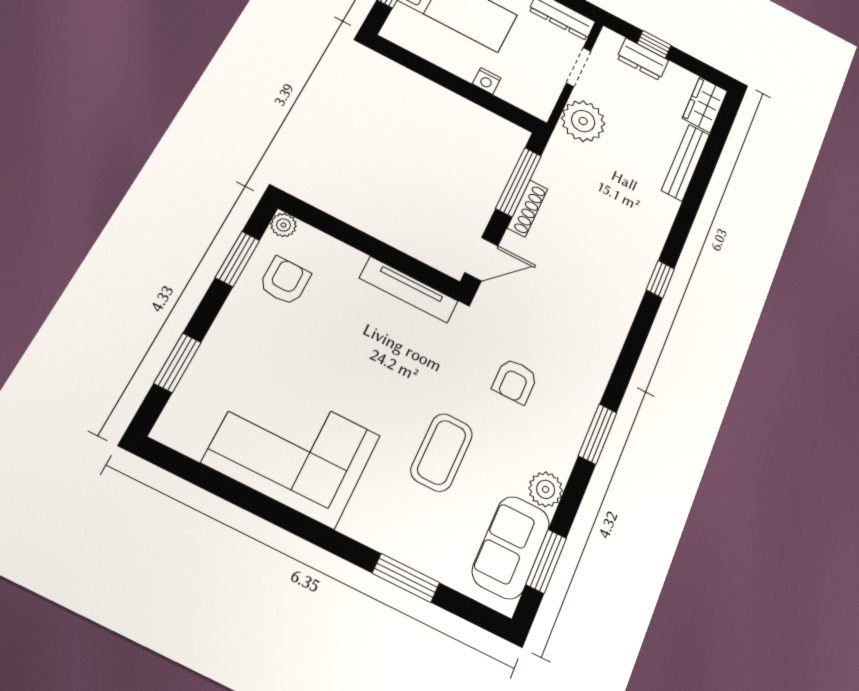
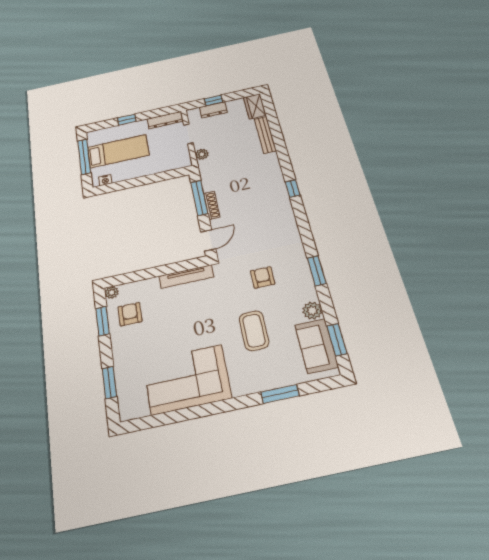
nightstand: (487, 81) -> (105, 180), moved
plant: (583, 121) -> (202, 154), width x0.53, depth x0.53
armchair: (515, 381) -> (263, 277), turned 180

